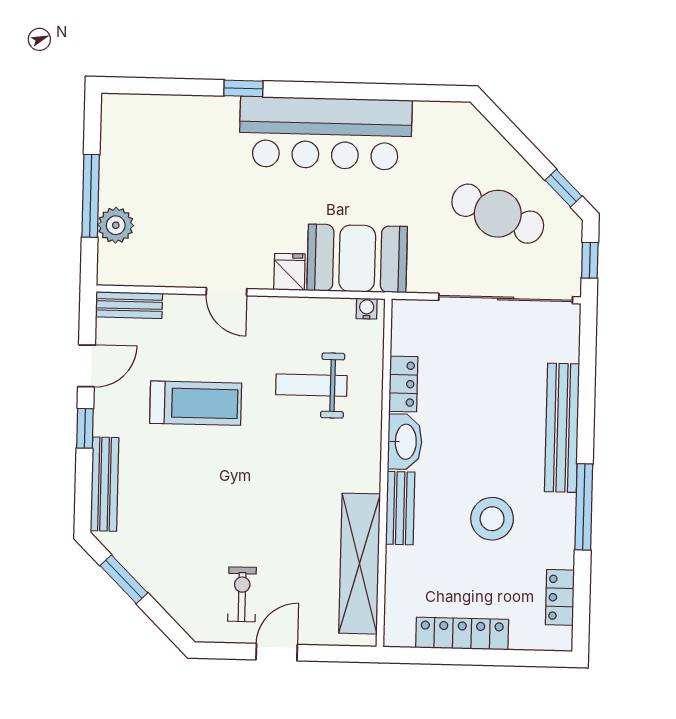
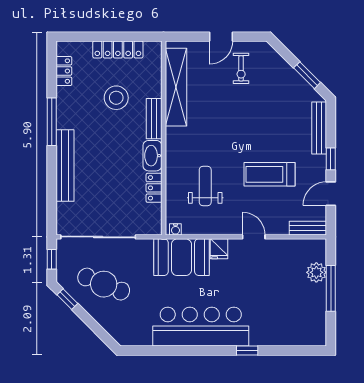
weight bench: (311, 385) -> (205, 186), turned -90
stool: (492, 519) -> (116, 98), moved

